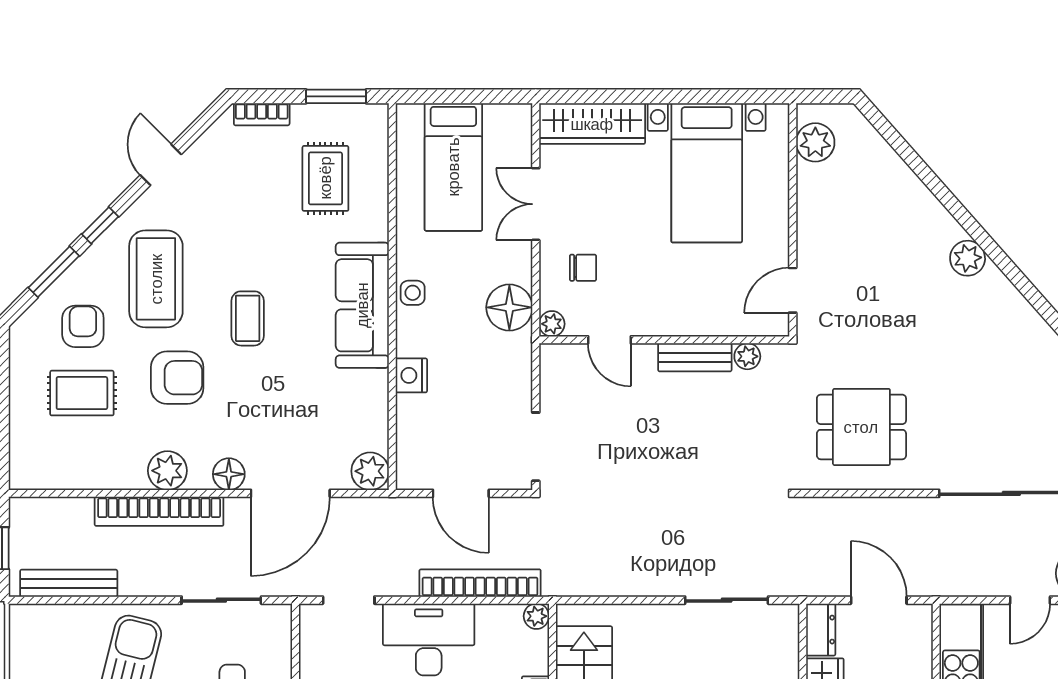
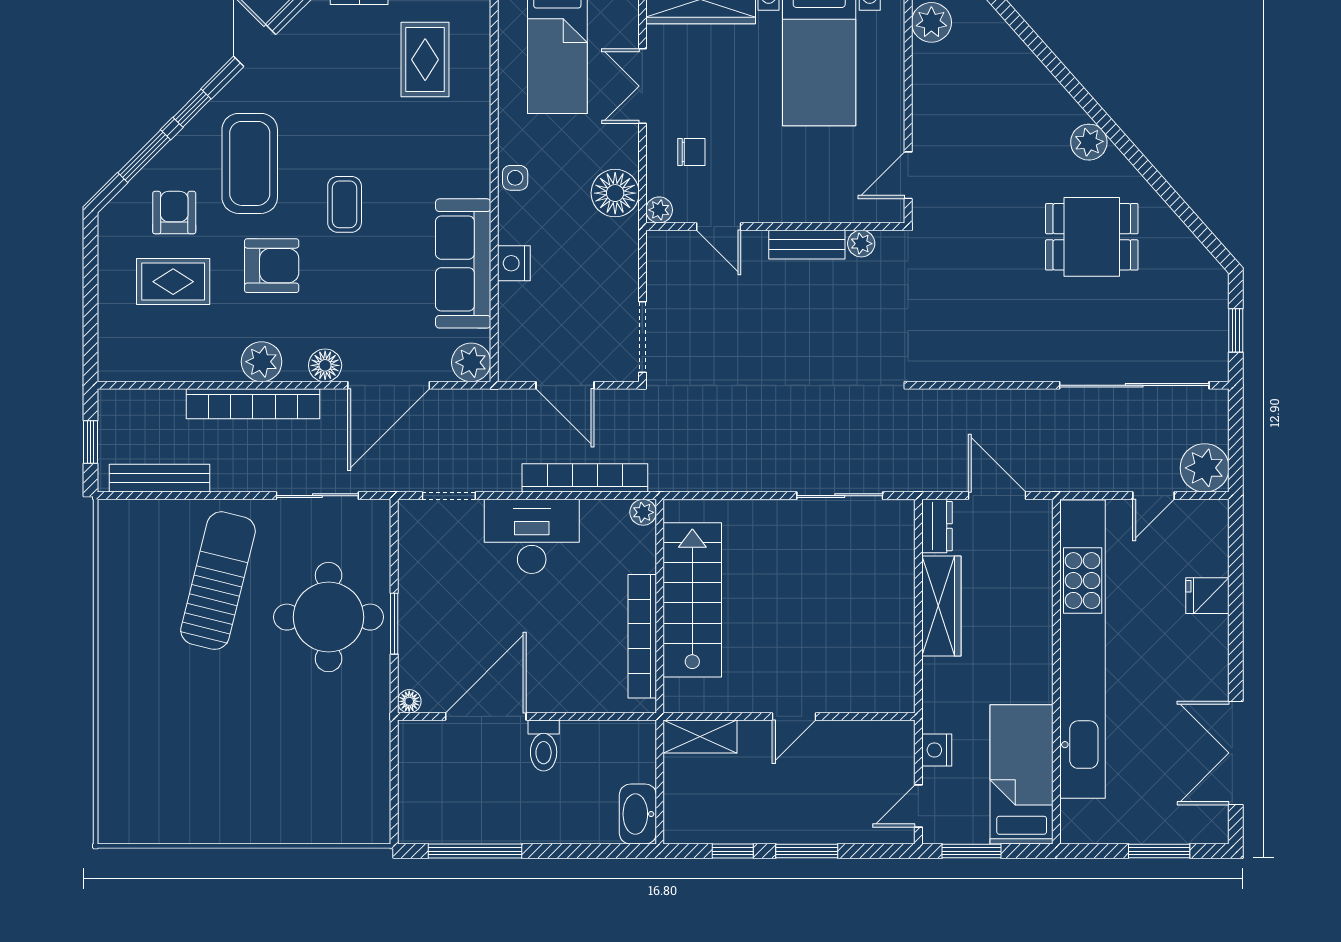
sofa: (362, 305) -> (463, 263), moved
dining table: (861, 427) -> (1092, 237), moved

